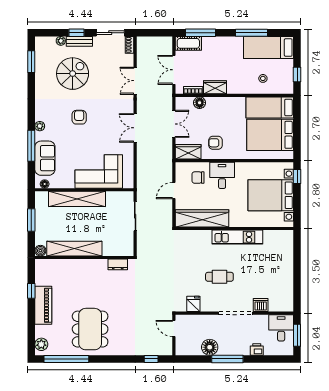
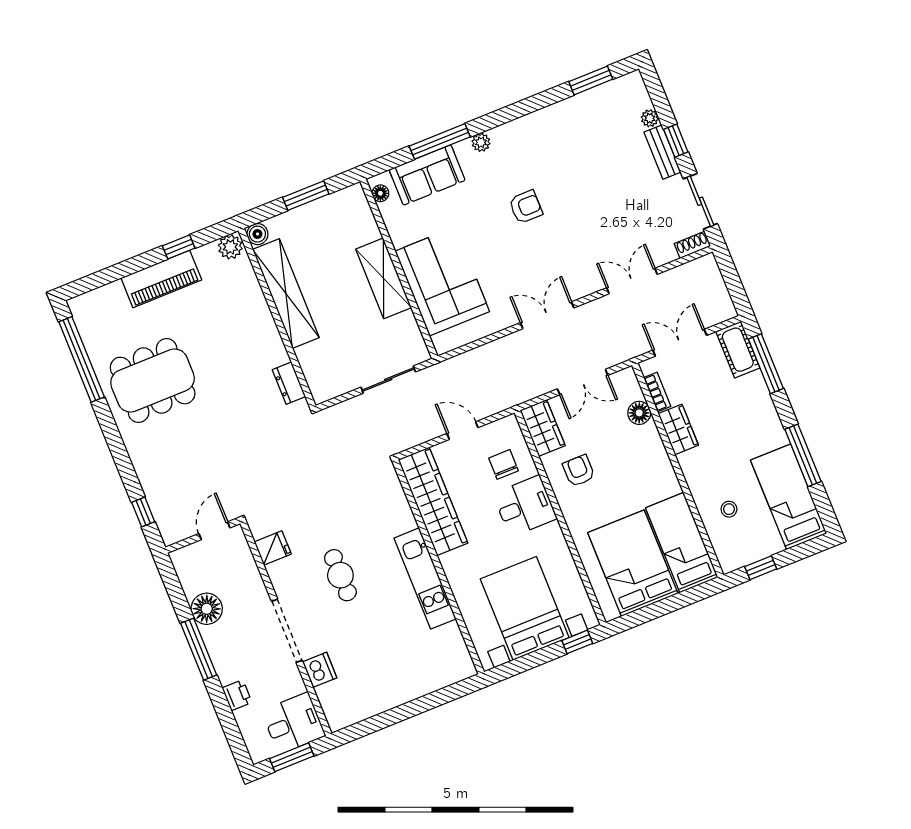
spiral stairs: (73, 74) -> (599, 163), removed
shelving: (77, 199) -> (384, 278), width x0.68
plant: (41, 344) -> (230, 247), moved

